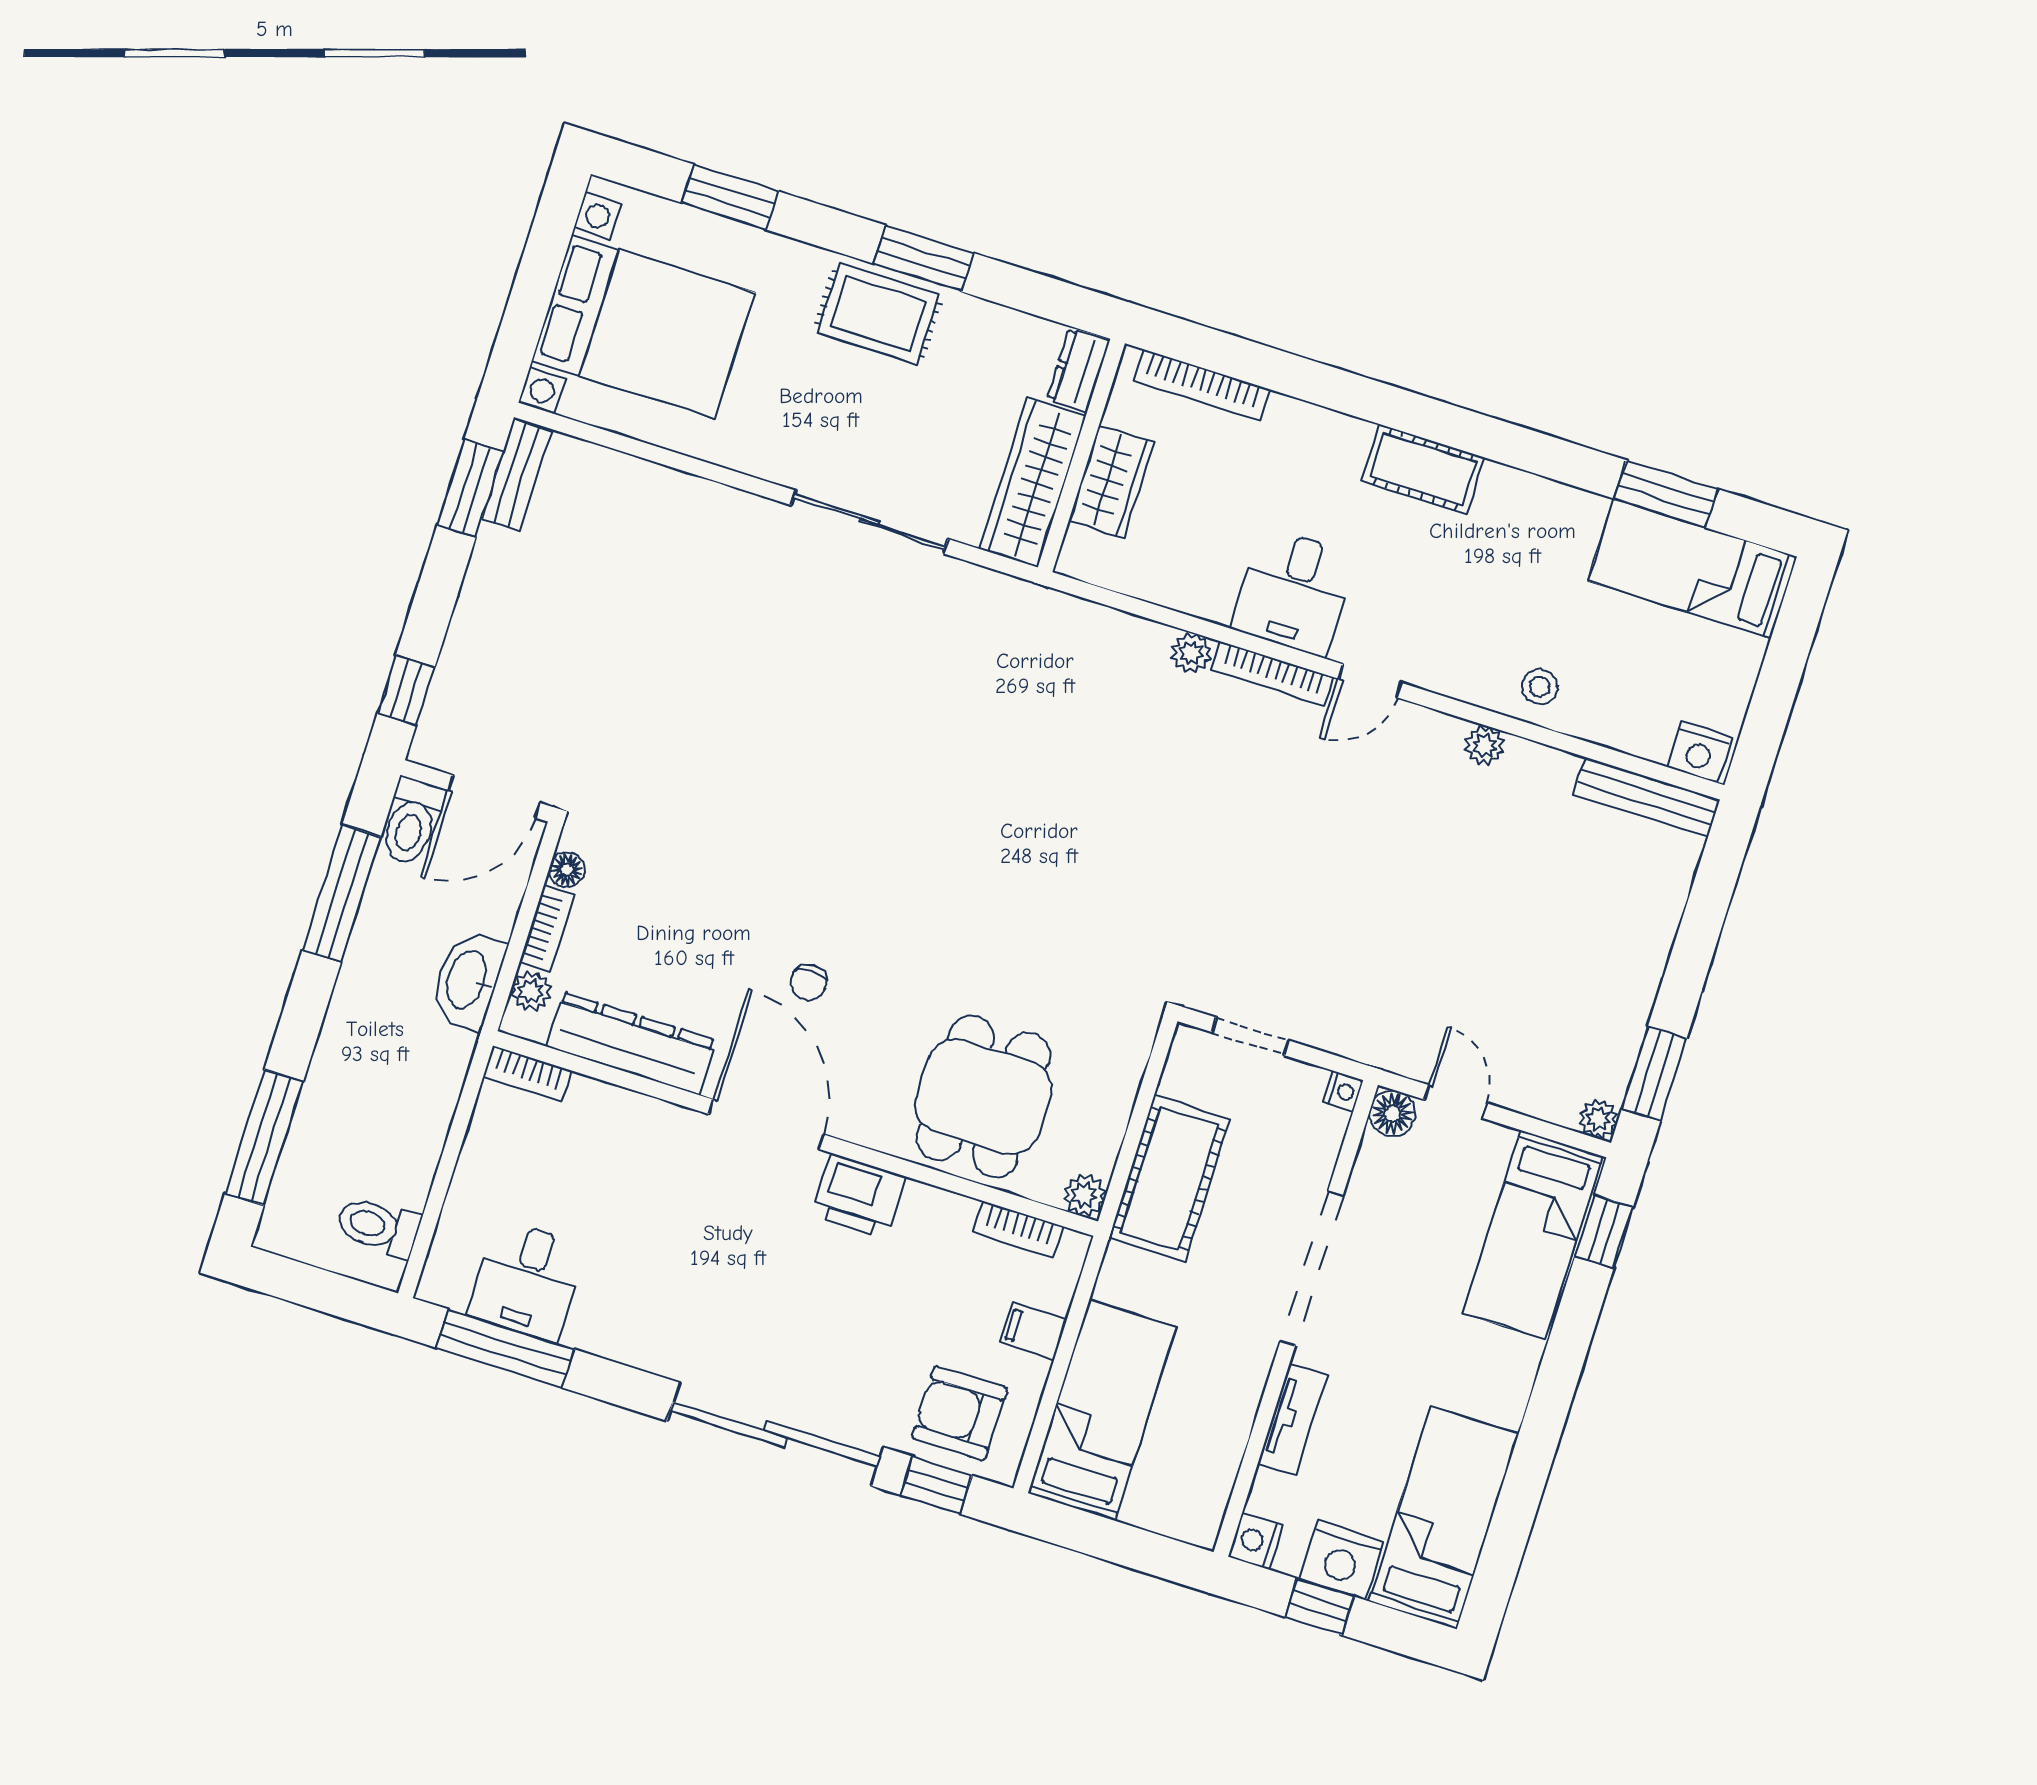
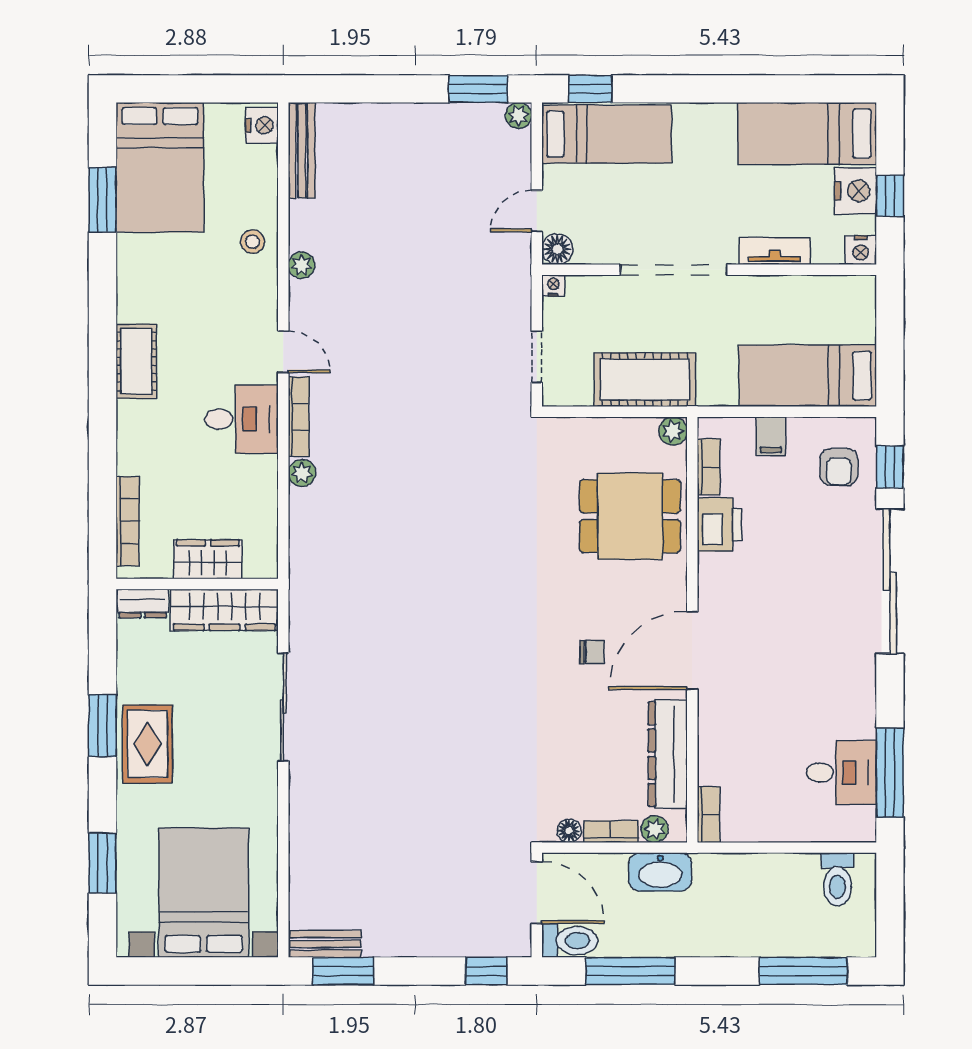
bed: (1693, 569) -> (160, 167), width x1.50
printer: (859, 1196) -> (719, 525), moved
armchair: (960, 1413) -> (839, 467), width x0.72, depth x0.72

